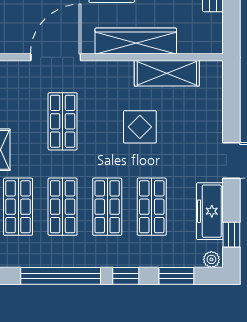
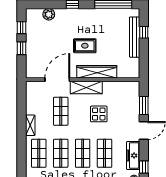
shelving: (167, 73) -> (86, 88), moved
window: (231, 110) -> (144, 106), added

